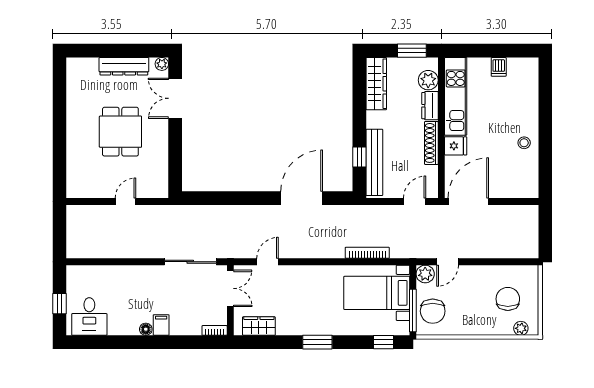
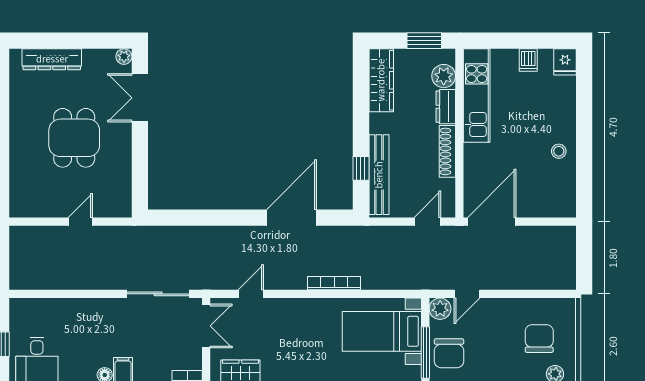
dresser: (124, 66) -> (52, 59), moved
fridge: (456, 146) -> (565, 62), moved, turned 90
bookcase: (367, 253) -> (334, 283), moved

